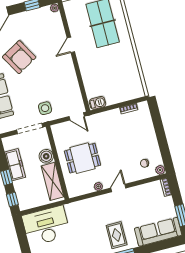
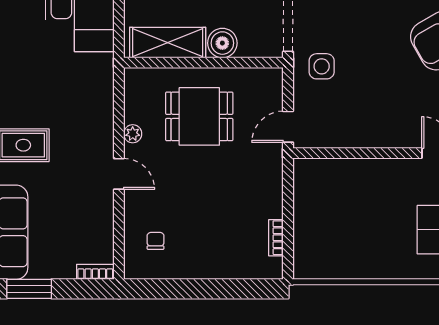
barbecue: (97, 103) -> (304, 177), removed
dining table: (82, 158) -> (199, 116), turned 90
plant: (160, 170) -> (134, 269), removed

